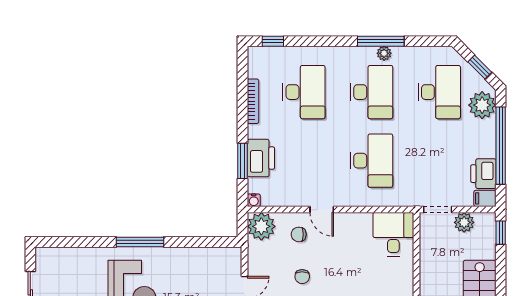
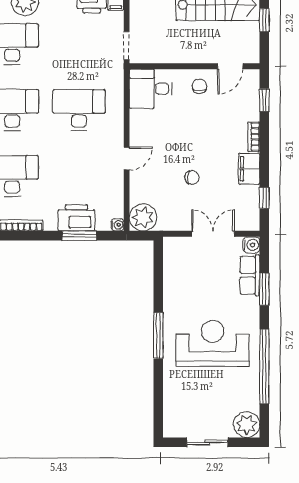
plant: (464, 222) -> (139, 20), removed
chair: (299, 234) -> (199, 86), moved, turned 180

